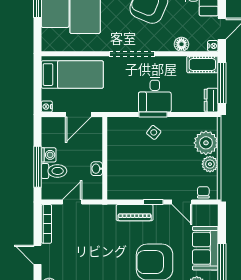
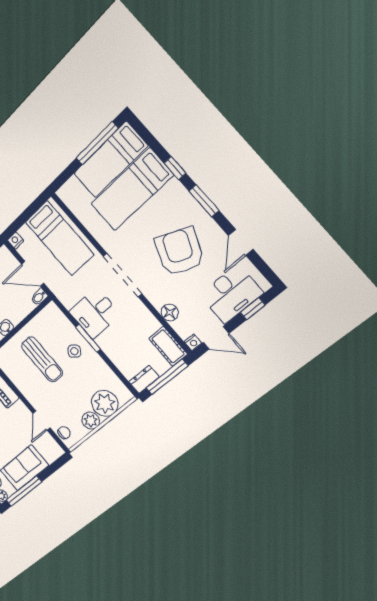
desk: (155, 95) -> (95, 313), moved
bidet: (97, 124) -> (39, 297), added
sun lounger: (140, 162) -> (42, 359), added
window: (153, 202) -> (21, 397), removed

